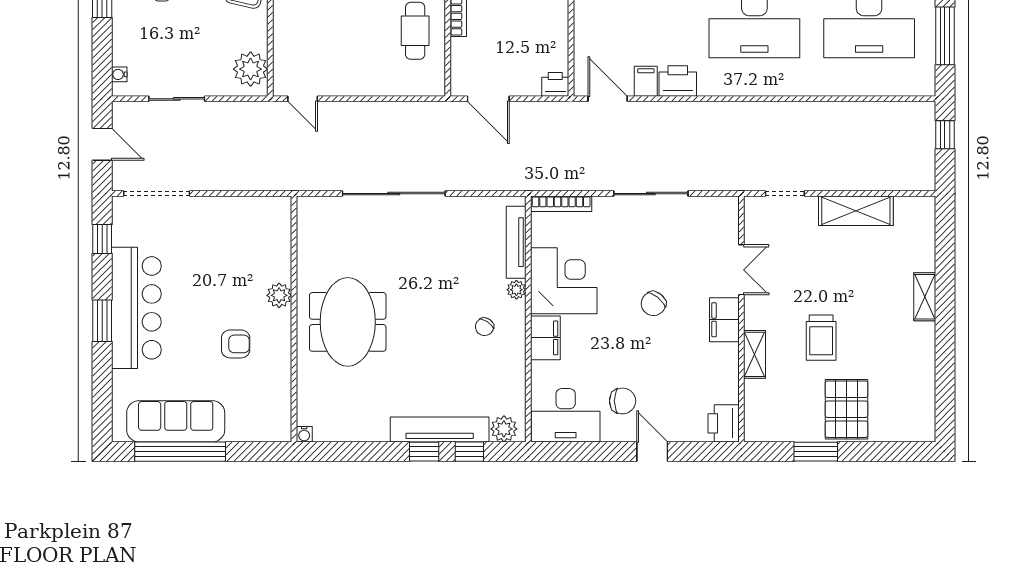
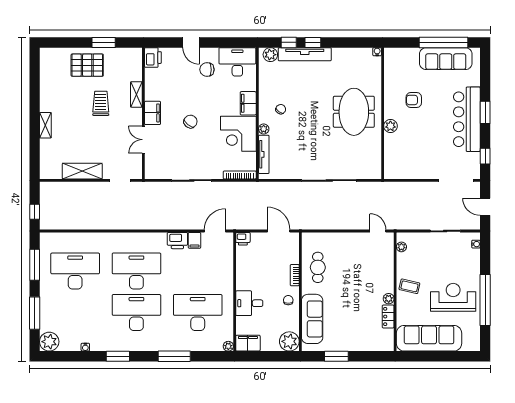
plant: (251, 69) -> (401, 247), width x0.53, depth x0.53
door: (608, 99) -> (215, 231), swing flipped
pallet: (846, 409) -> (87, 65), turned 90

